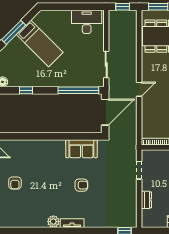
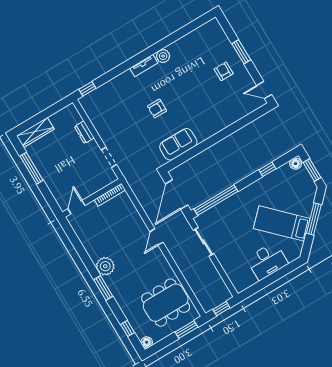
desk: (87, 22) -> (267, 261), moved

